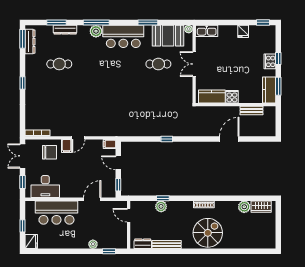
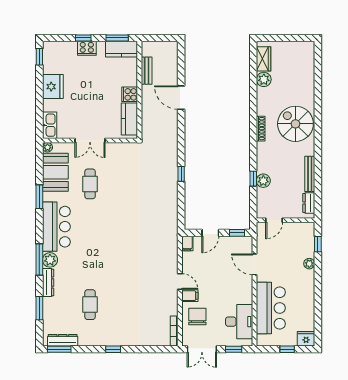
dresser: (65, 30) -> (48, 283), moved
fridge: (243, 31) -> (53, 87), width x1.88, depth x1.34

